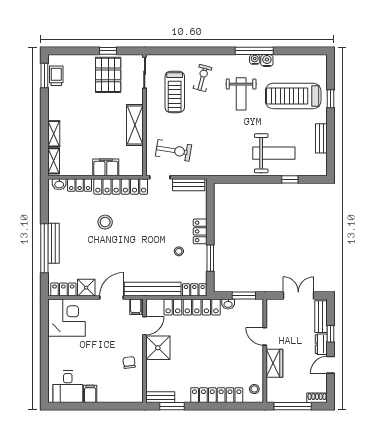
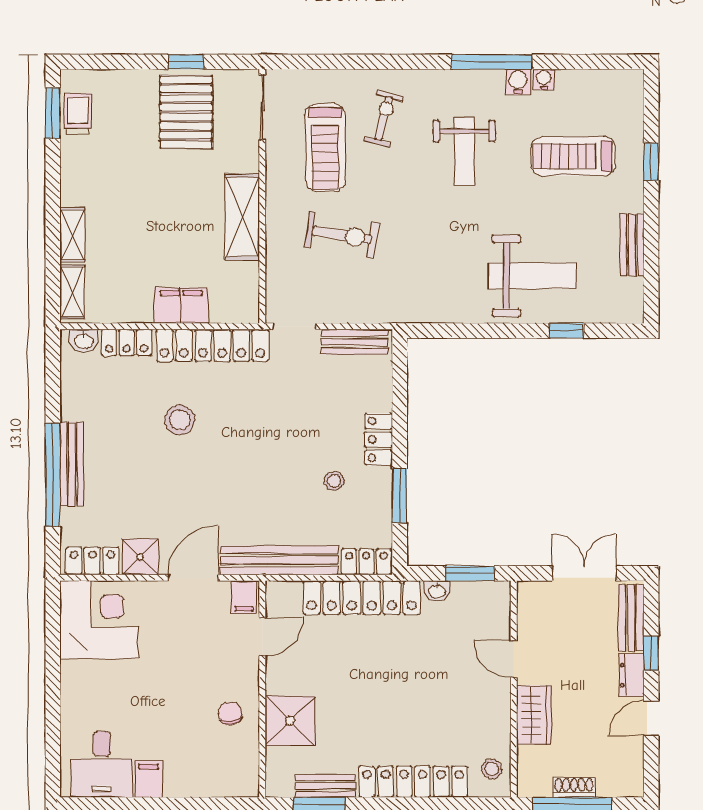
water cooler: (255, 59) -> (544, 79), moved
treadmill: (293, 96) -> (573, 156), width x0.73, depth x0.73
exercise bike: (174, 150) -> (342, 235), moved
shower: (158, 348) -> (290, 721), moved
bench: (160, 397) -> (325, 786), moved
shoe rack: (317, 398) -> (574, 787), moved

